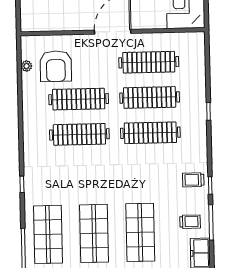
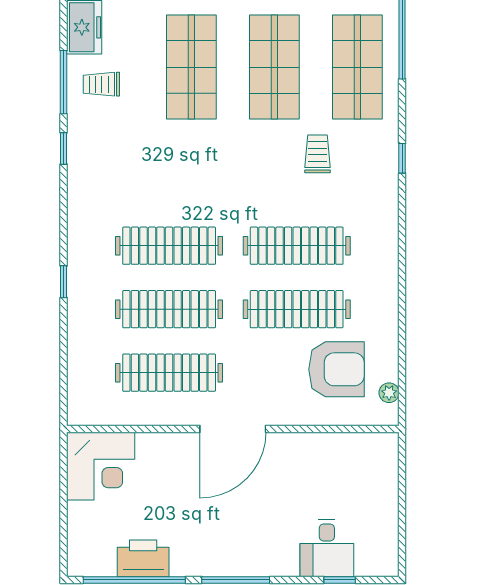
plant: (27, 66) -> (389, 393), moved
armchair: (56, 66) -> (336, 369), turned 90
trolley: (193, 180) -> (317, 154), moved, turned -90

